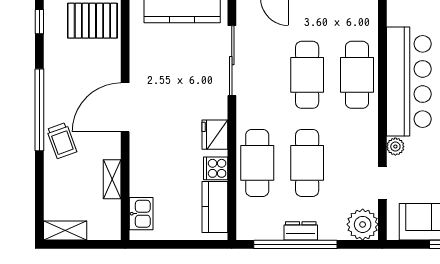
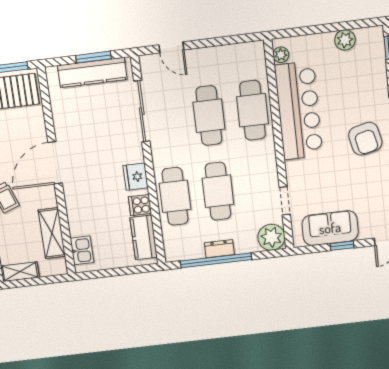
plant: (395, 147) -> (281, 55), moved
shelving: (112, 179) -> (52, 233), width x1.50, depth x1.33

